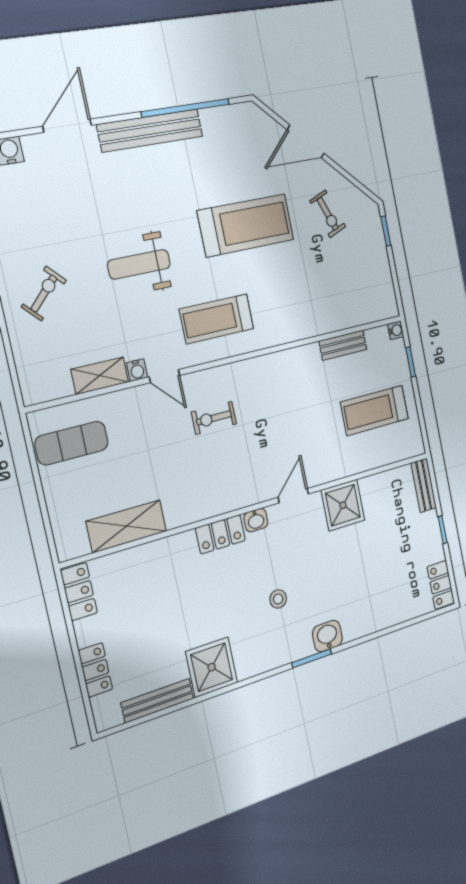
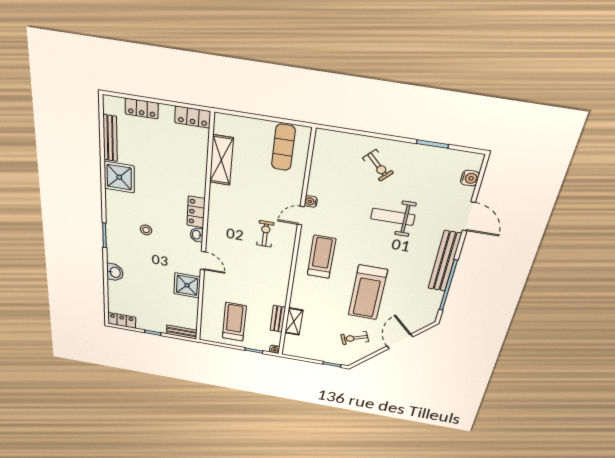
weight bench: (139, 264) -> (393, 217), moved, turned -90
shelving: (100, 376) -> (294, 321), moved
washbasin: (327, 636) -> (115, 272), moved

